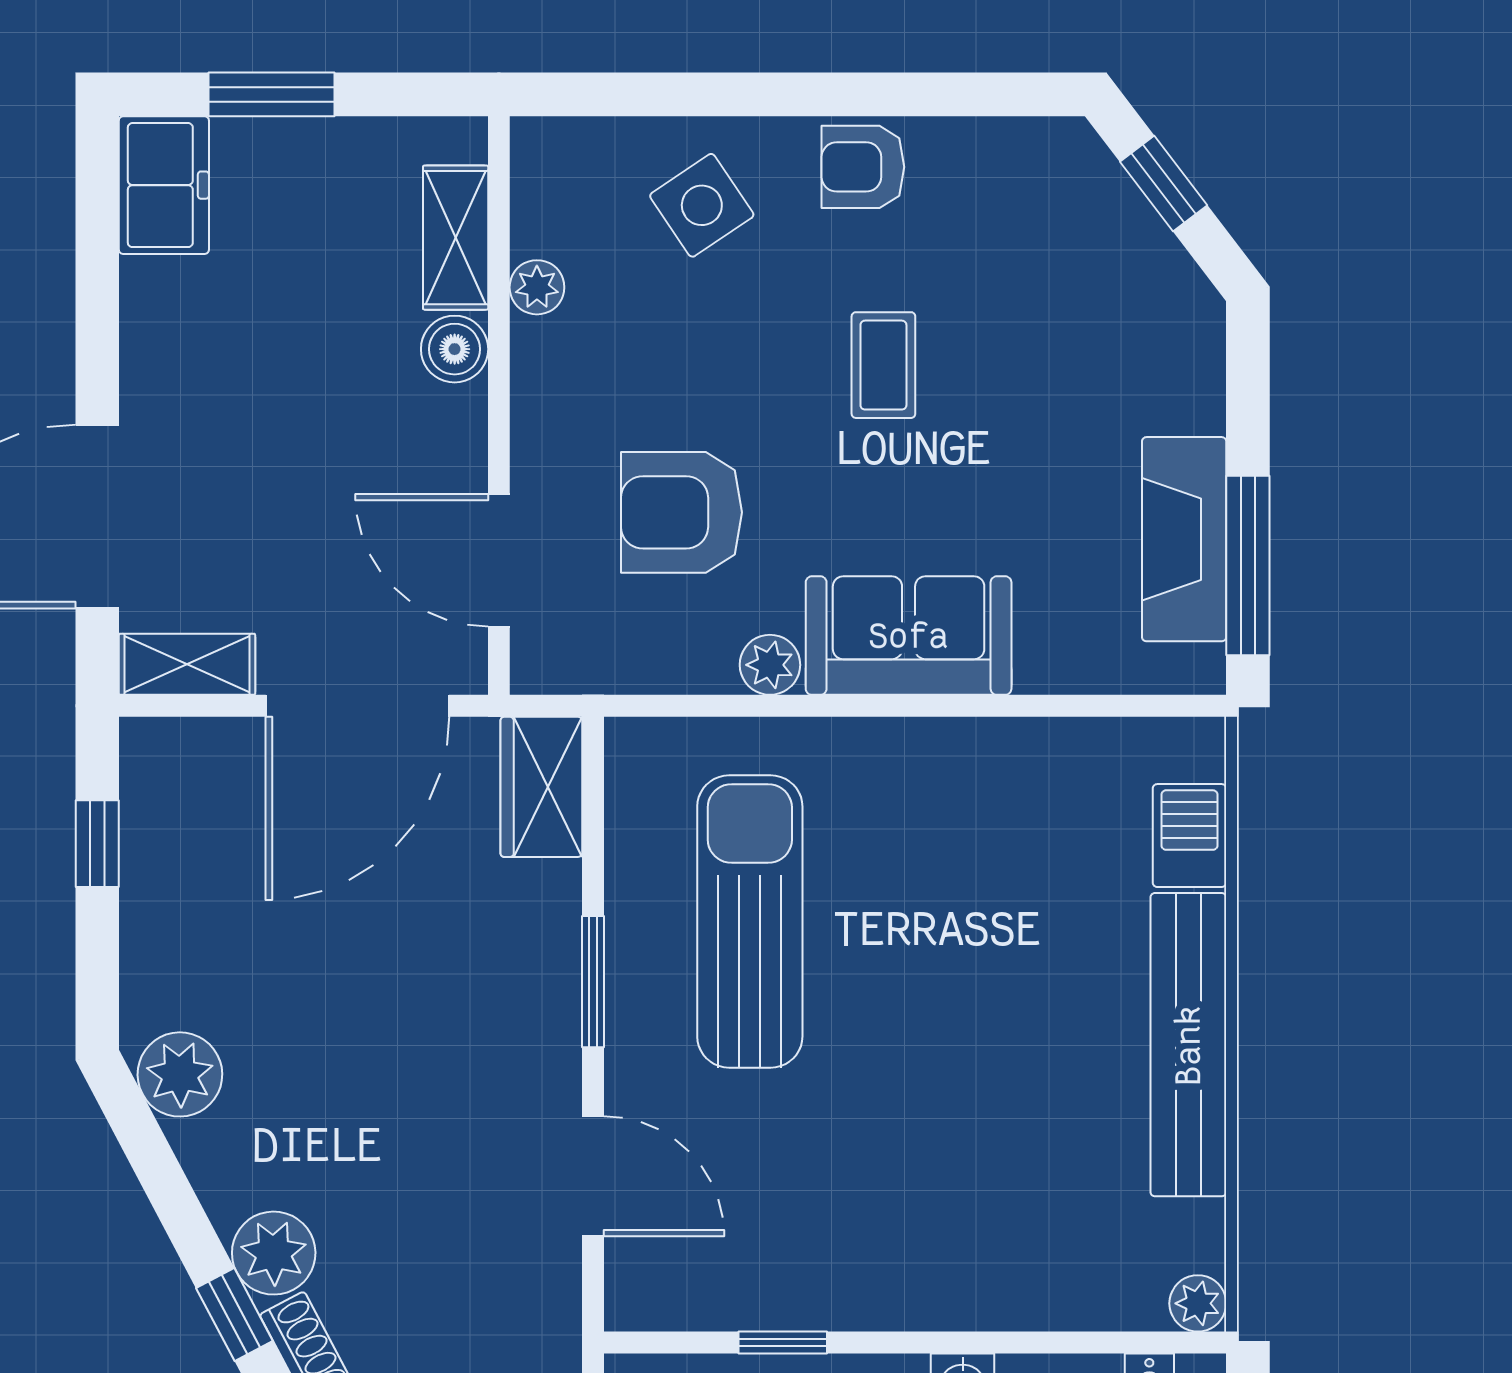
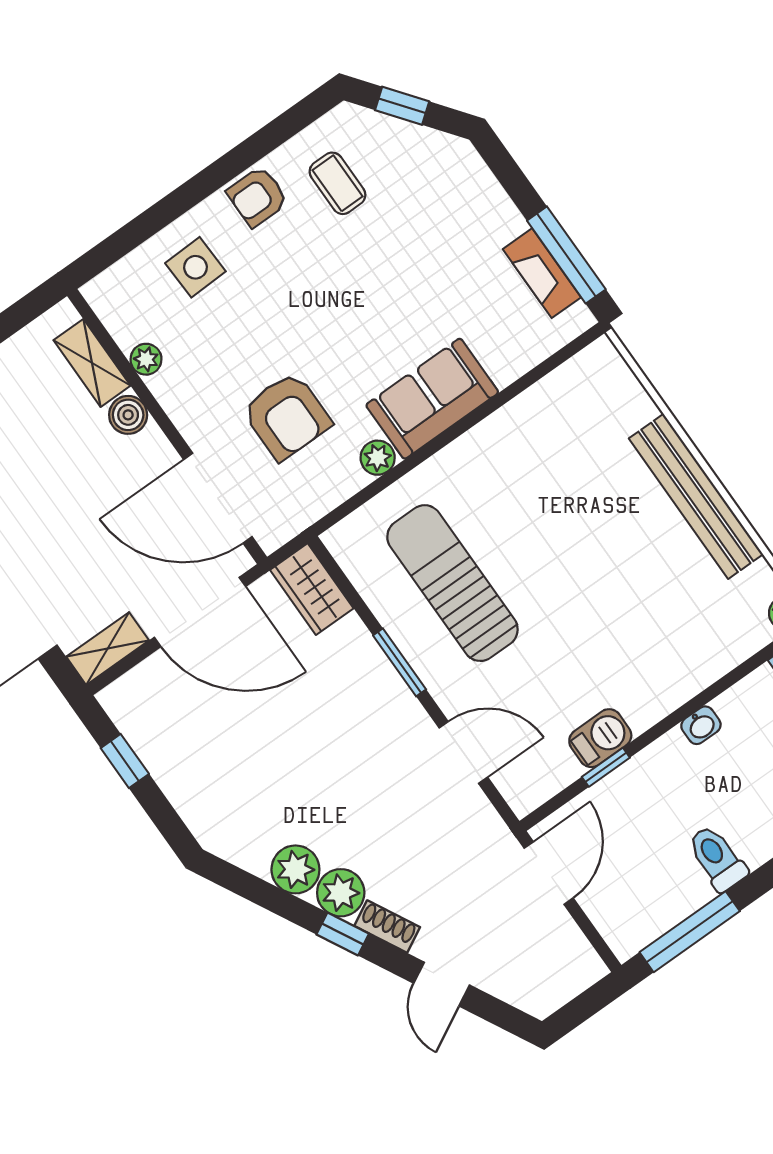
side table: (702, 205) -> (195, 267), turned 32
coffee table: (883, 365) -> (337, 183), moved
armchair: (681, 512) -> (287, 416), turned -90
fireplace: (1184, 539) -> (542, 273), width x0.73, depth x0.76
door: (499, 560) -> (218, 498), width x1.36
door: (357, 706) -> (200, 612), hinge flipped
barbecue: (1189, 836) -> (600, 738), moved, turned 90
plant: (180, 1074) -> (295, 869), moved

